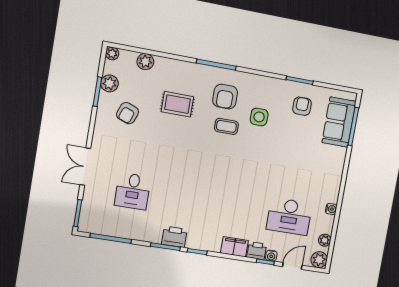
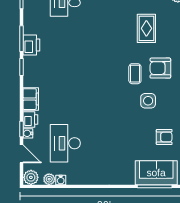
water cooler: (331, 209) -> (61, 180), moved

